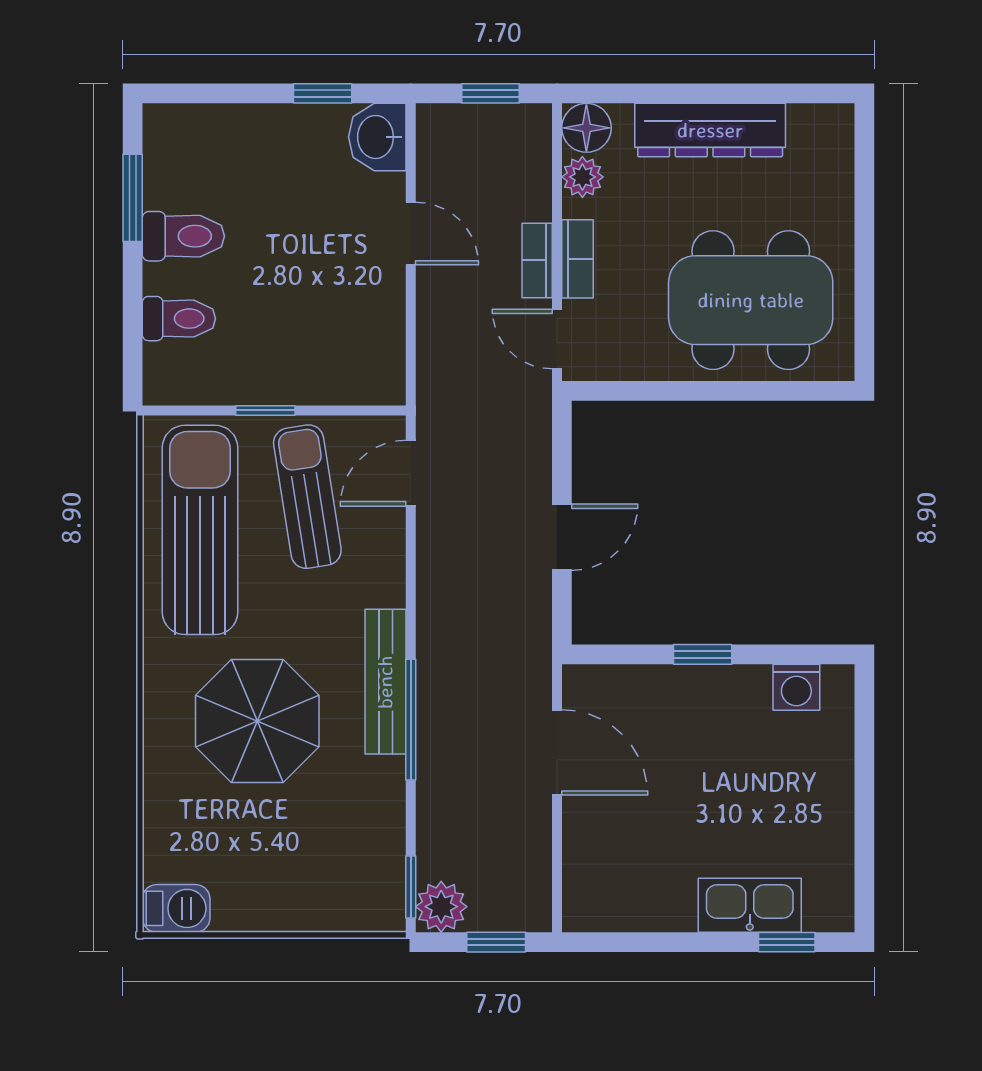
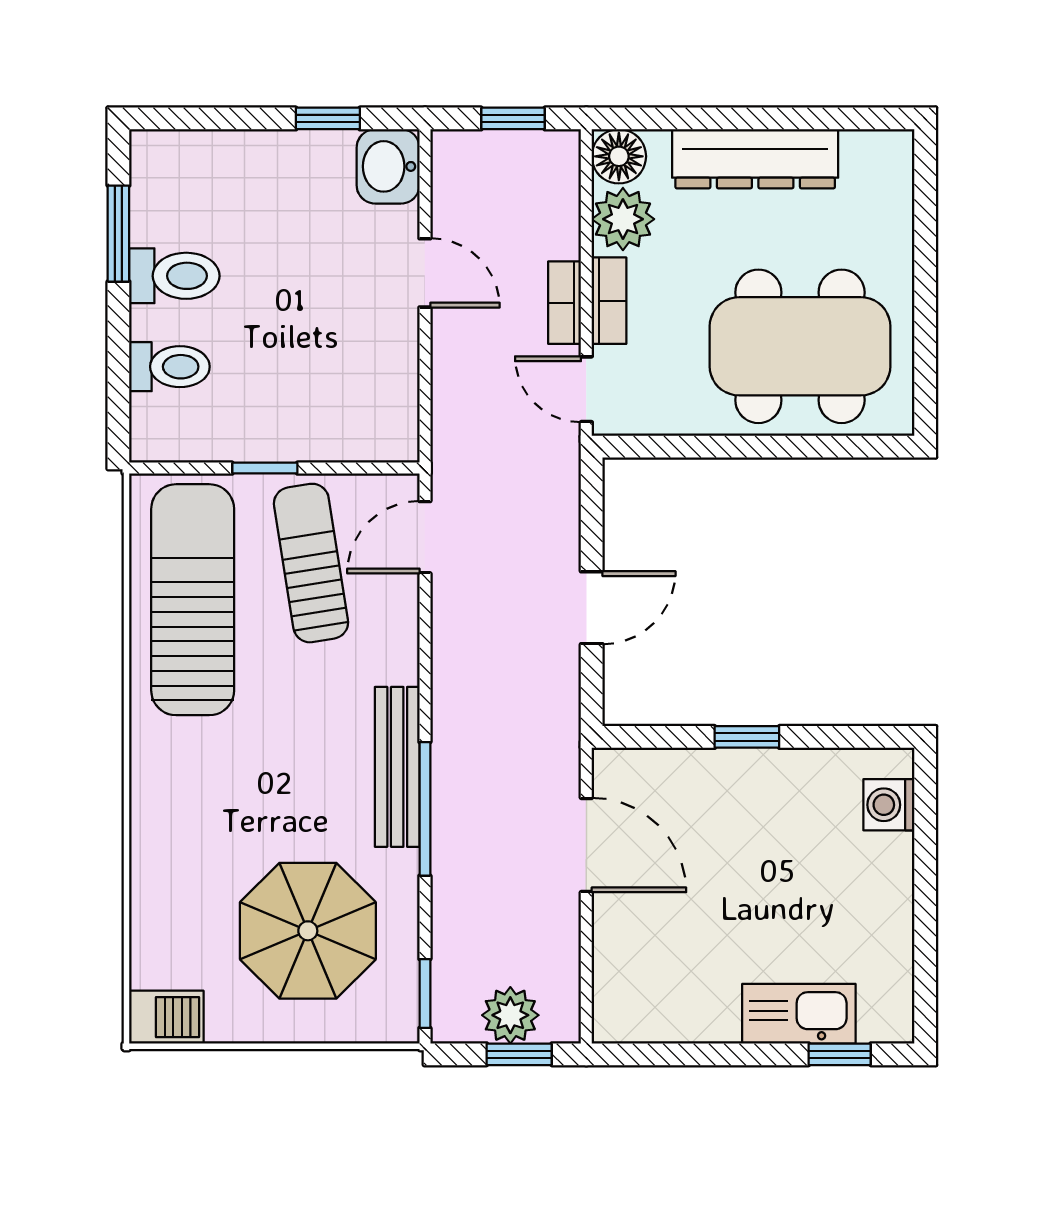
plant: (582, 177) -> (623, 219), width x1.38, depth x1.38
washing machine: (796, 687) -> (889, 805), moved, turned 90
parasol: (257, 721) -> (308, 931), moved
plant: (441, 907) -> (510, 1015), moved

